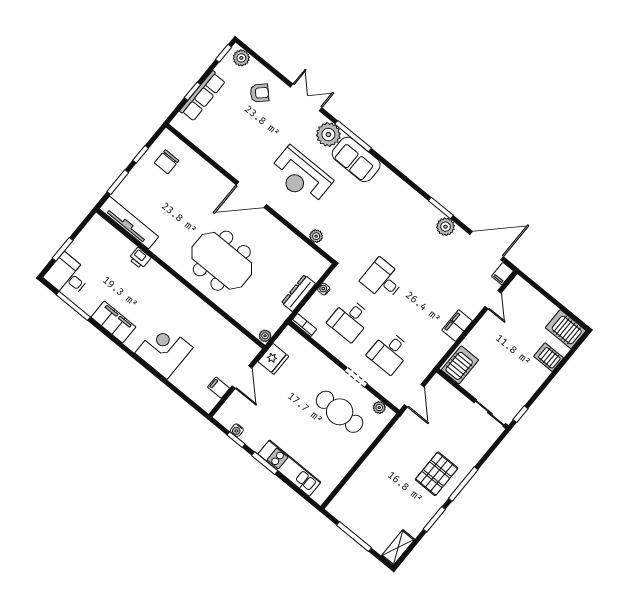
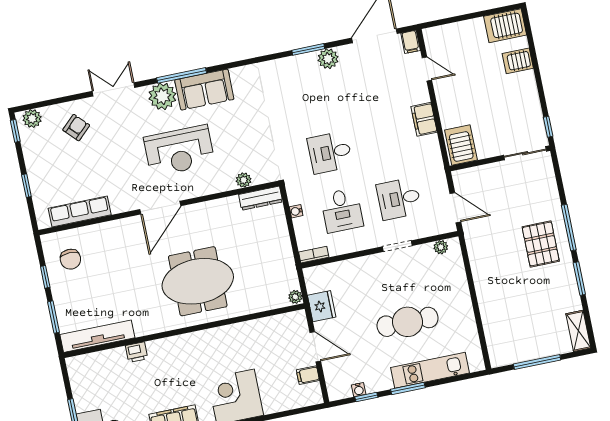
row of seats: (203, 96) -> (80, 211), moved, turned -90
dresser: (298, 293) -> (261, 198), moved, turned -90
desk: (389, 352) -> (399, 199), turned 90
cafe table: (340, 412) -> (408, 322), moved

